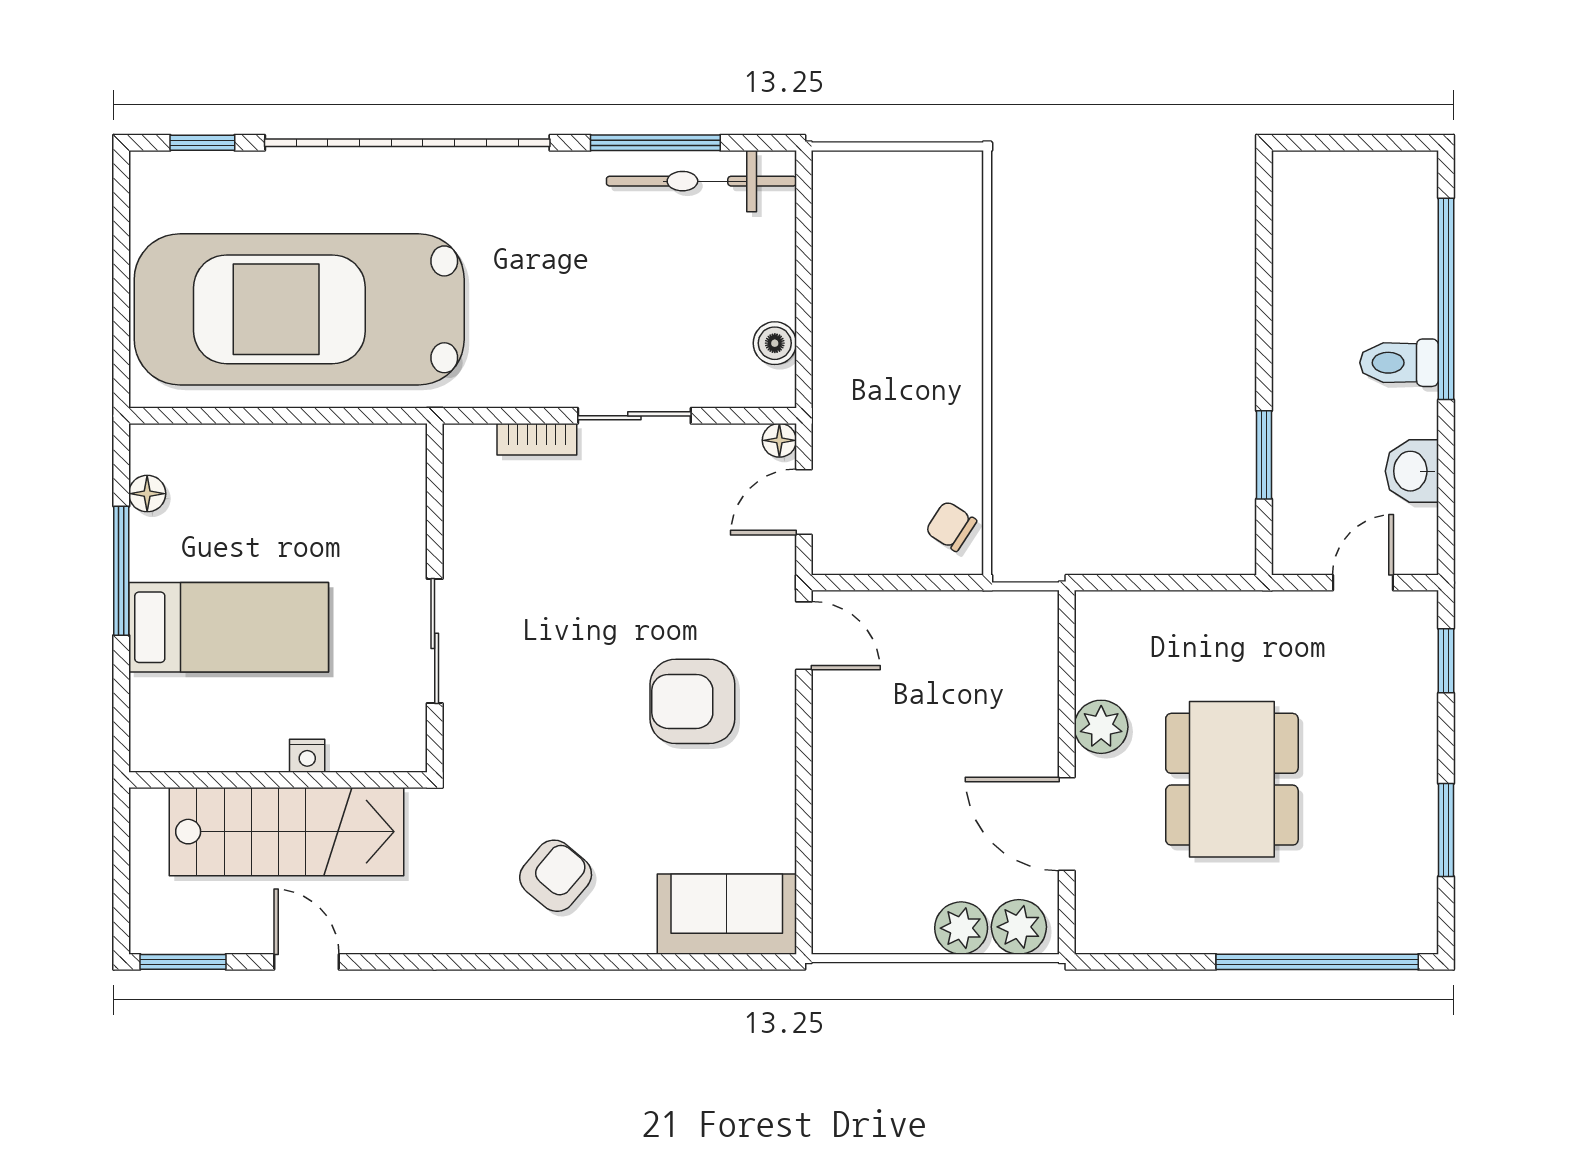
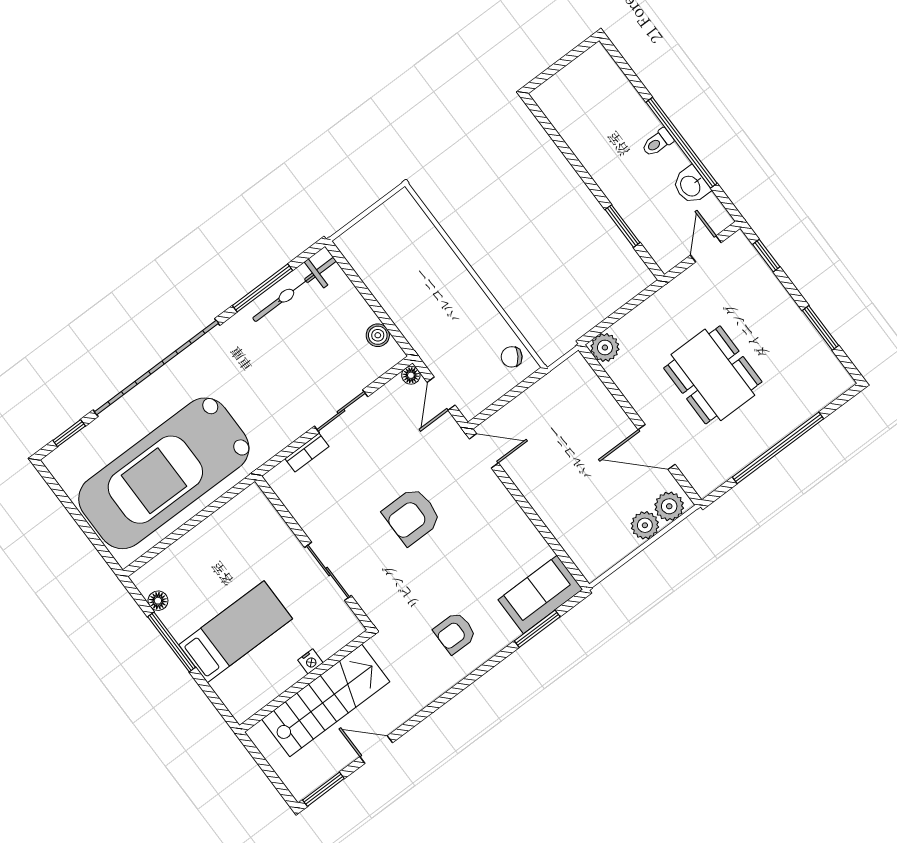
window: (1446, 299) -> (682, 143), moved
toilet: (1399, 363) -> (657, 143), width x0.73, depth x0.72
armchair: (692, 701) -> (412, 516), moved
plant: (1101, 727) -> (605, 348), moved
armchair: (556, 876) -> (455, 633), turned -130
window: (684, 962) -> (537, 629), added
window: (1317, 962) -> (778, 448), moved

